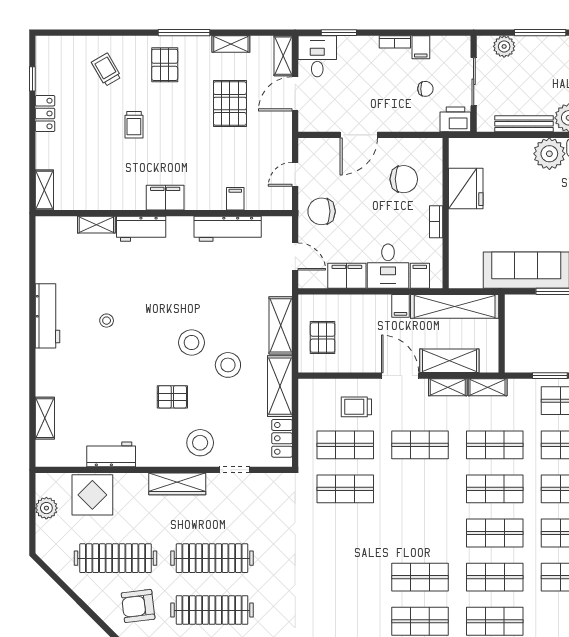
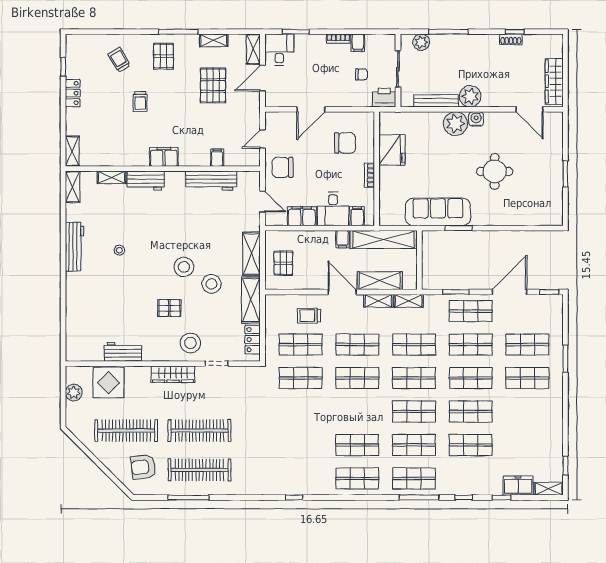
shelving: (45, 418) -> (73, 187), moved
shop shelf: (420, 489) -> (357, 378), added

